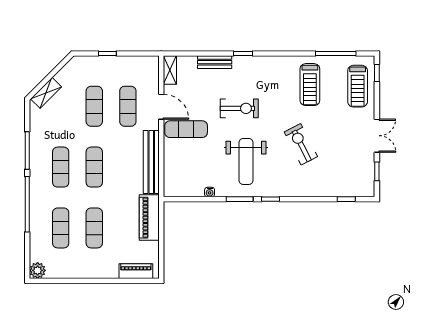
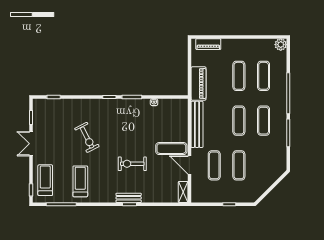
bench: (215, 62) -> (129, 198), moved
shelving: (46, 93) -> (274, 175), removed
weight bench: (246, 161) -> (127, 125), removed

